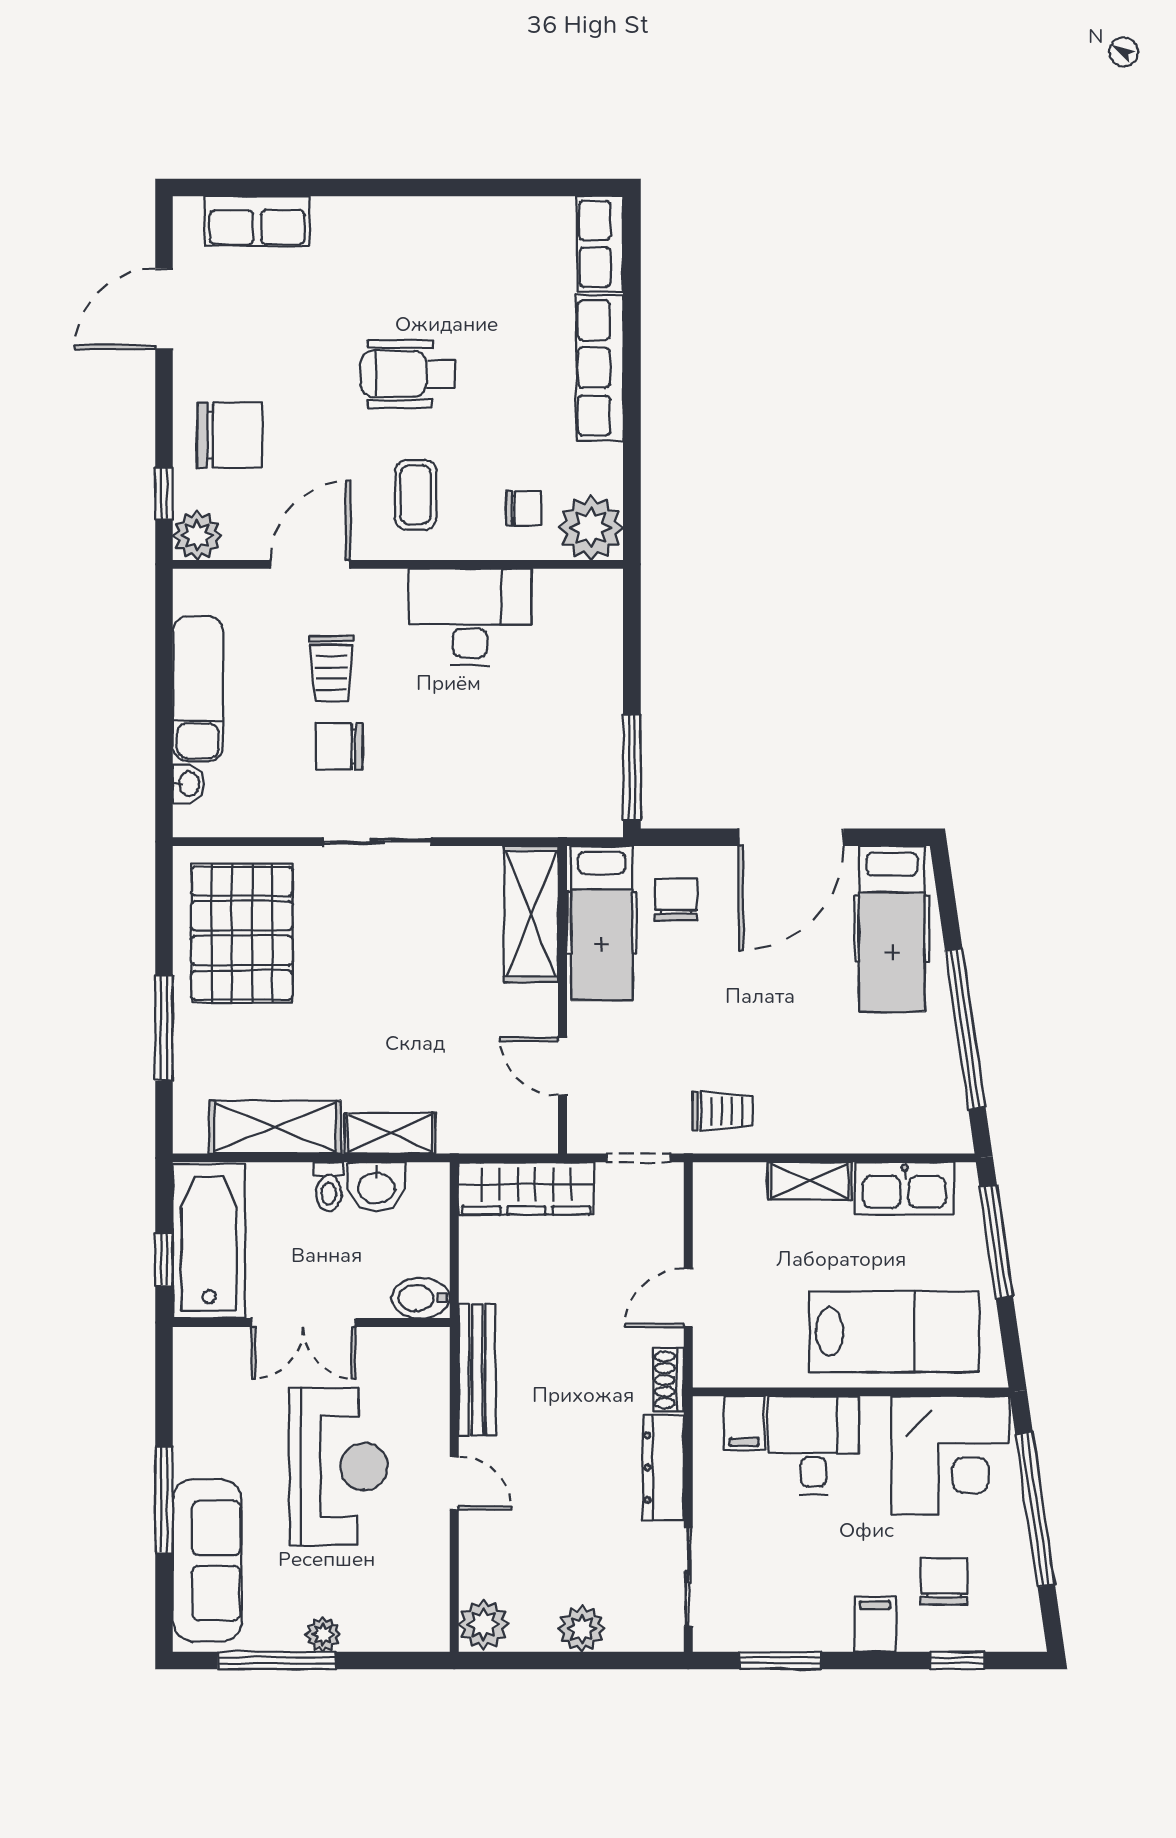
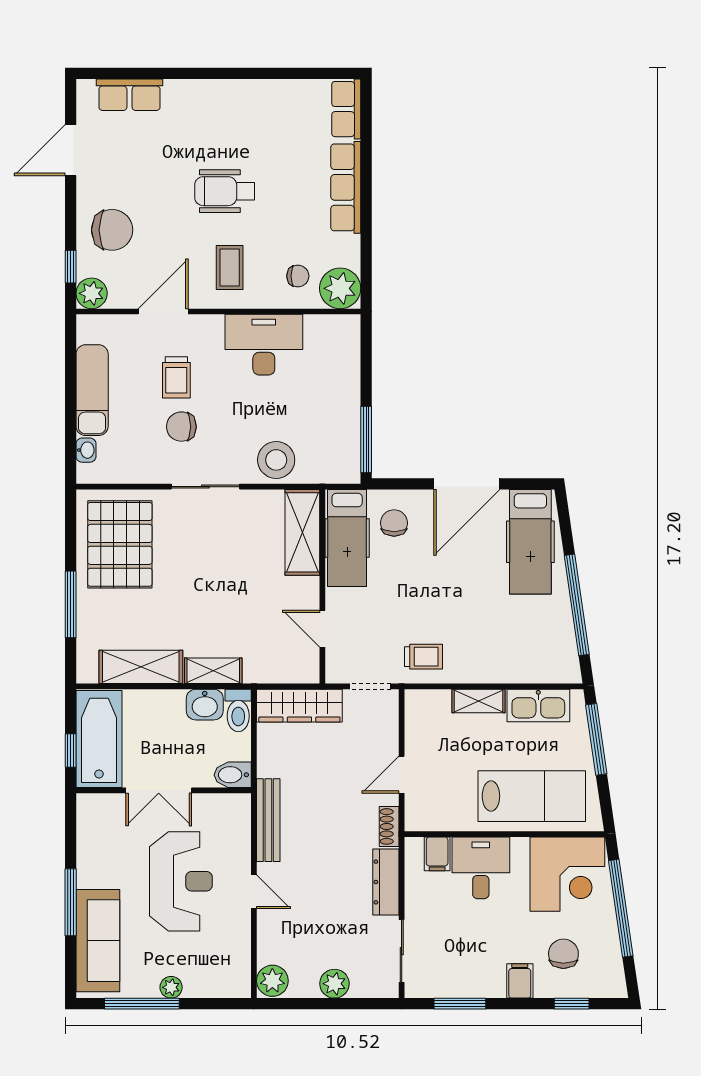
stool: (489, 799) -> (276, 460), added
toilet: (329, 1187) -> (238, 710), moved, width x1.37, depth x1.39

